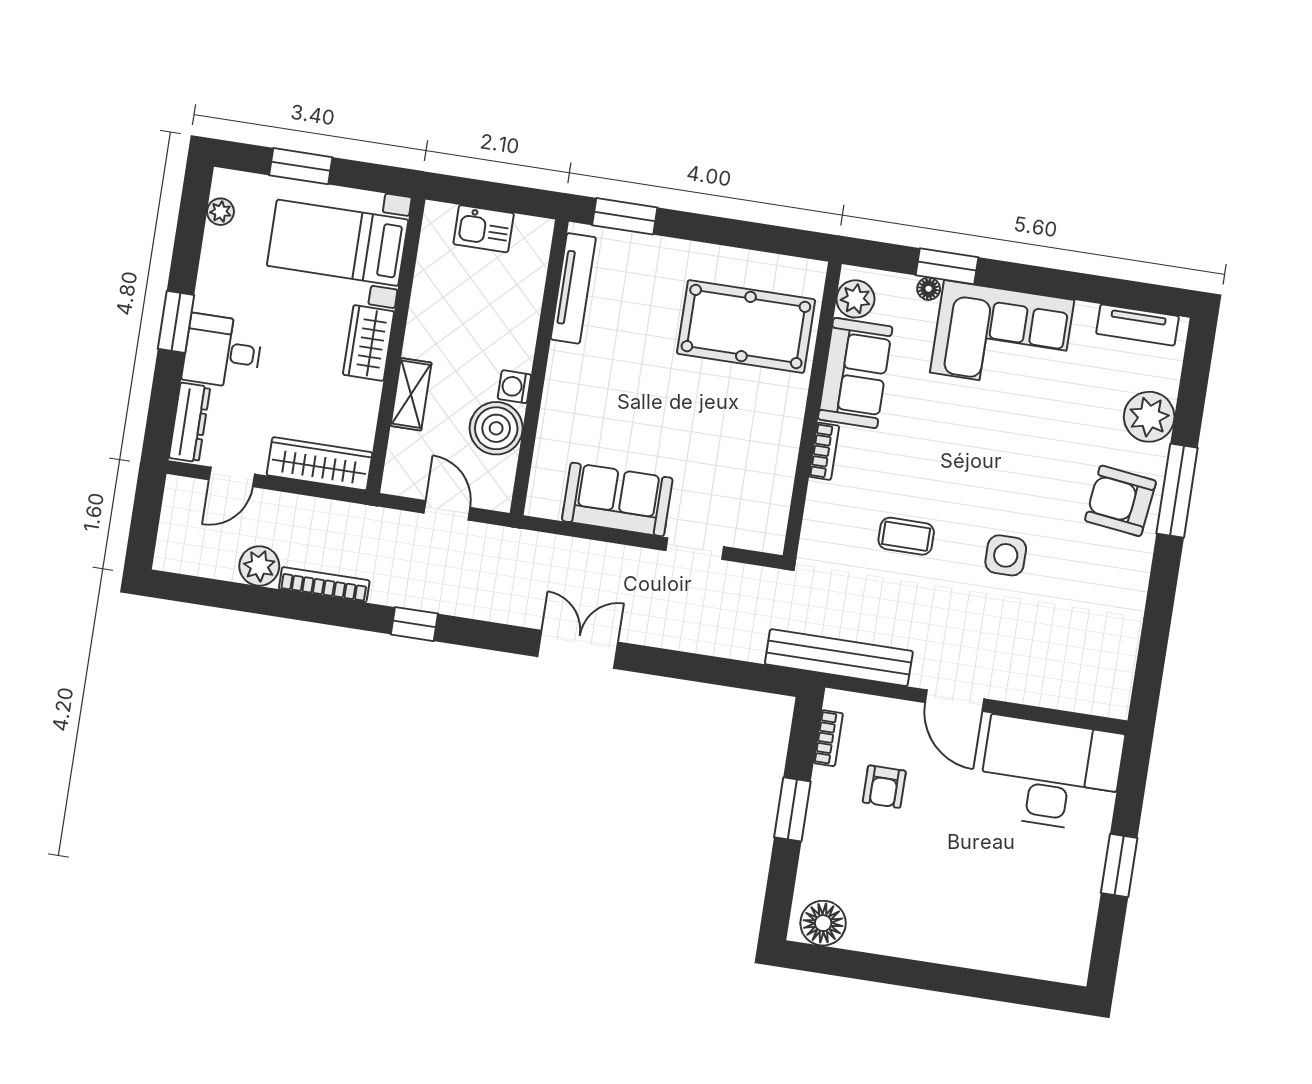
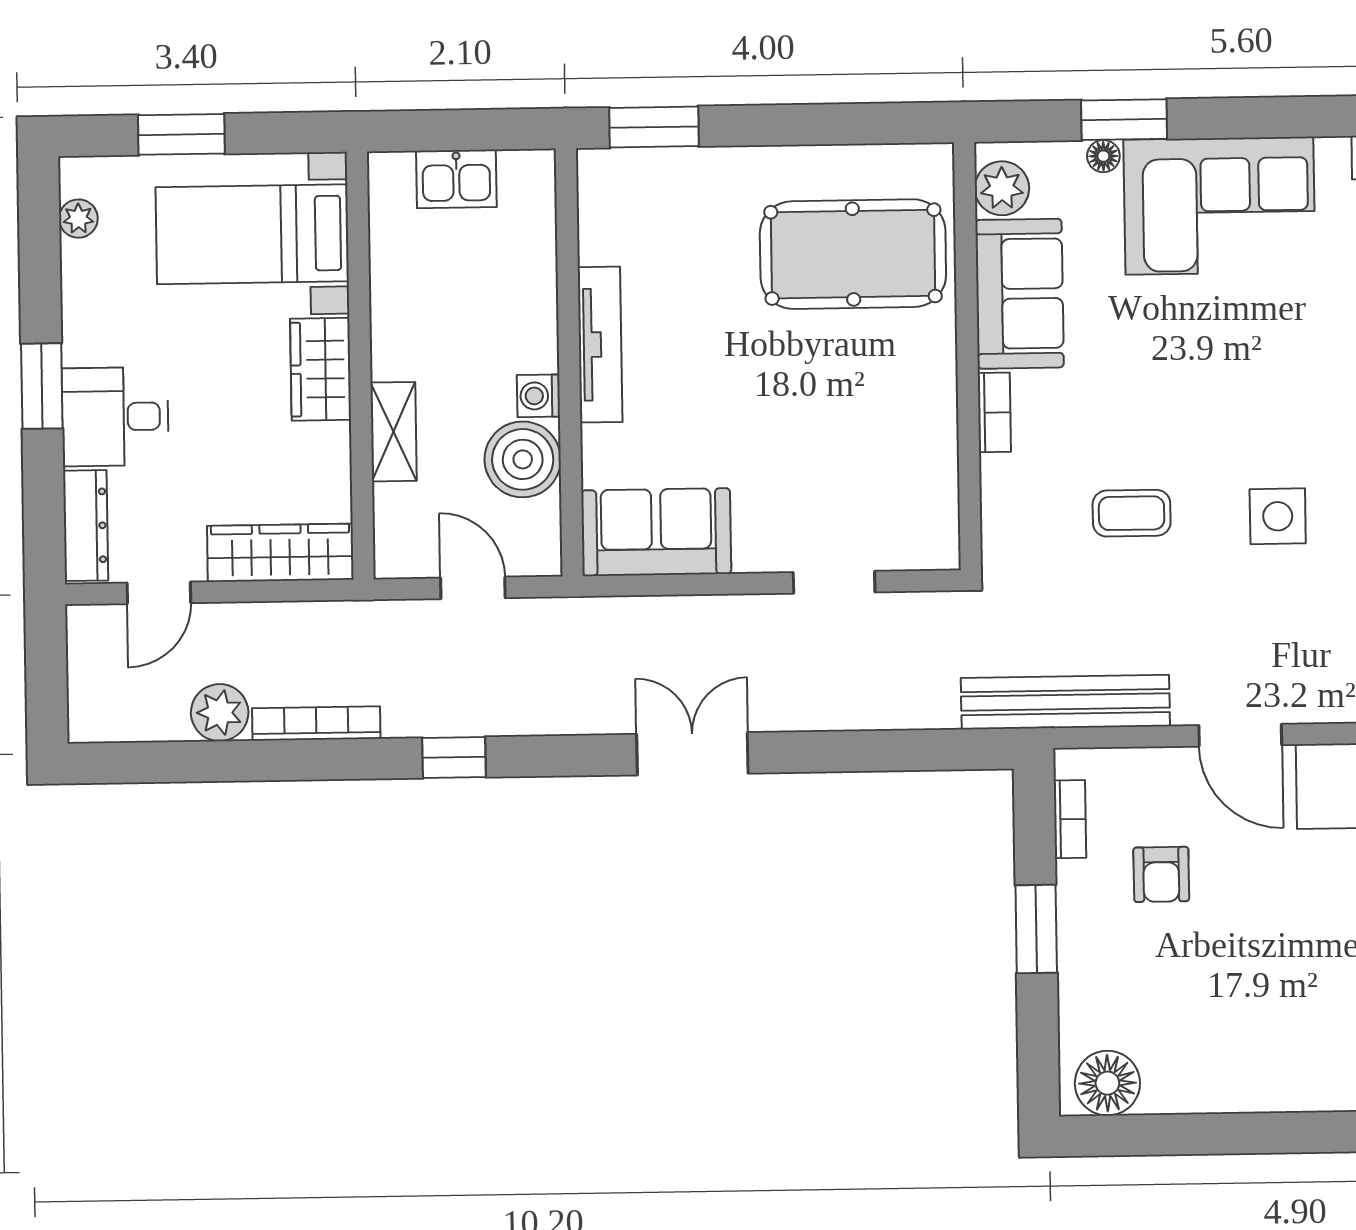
tv unit: (573, 288) -> (600, 345), moved
sofa: (617, 499) -> (656, 532), moved

